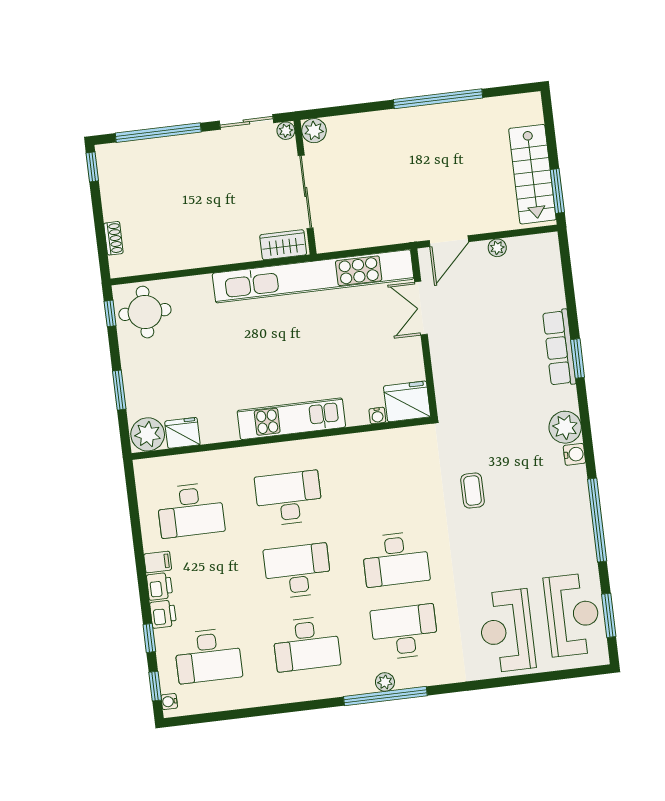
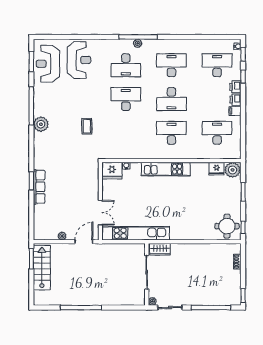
plant: (314, 131) -> (139, 300), removed
kitchen unit: (313, 276) -> (136, 233), width x0.73
plant: (565, 427) -> (41, 124), moved
water cooler: (574, 454) -> (38, 137), removed
desk: (289, 498) -> (171, 133), turned 180

